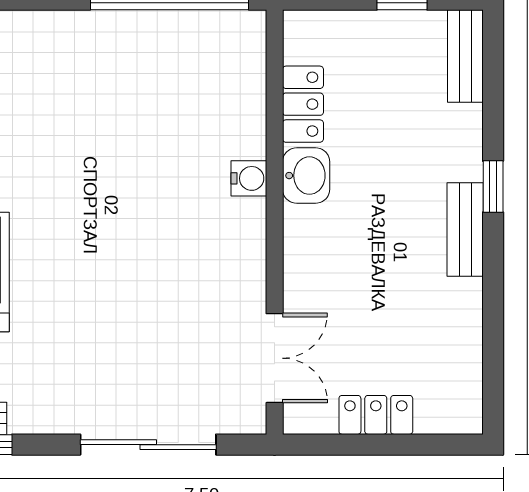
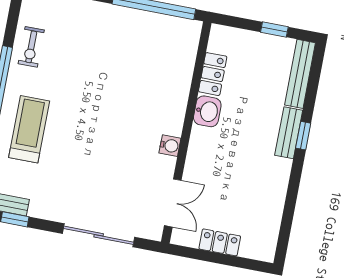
bench: (465, 56) -> (300, 74), width x1.36
water cooler: (249, 178) -> (170, 146), moved
bench: (465, 230) -> (289, 133), moved

